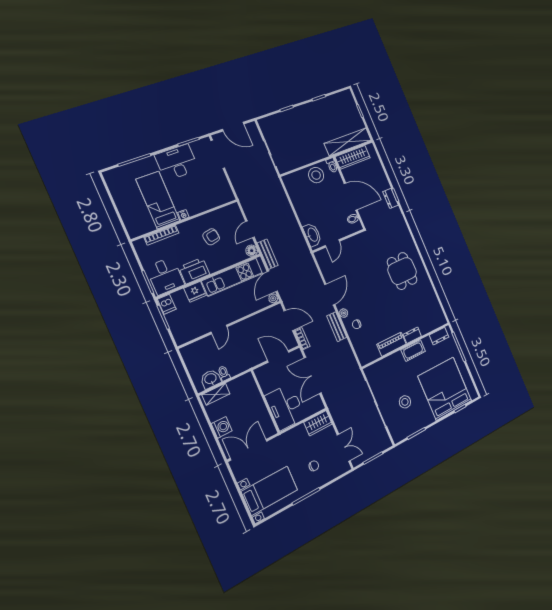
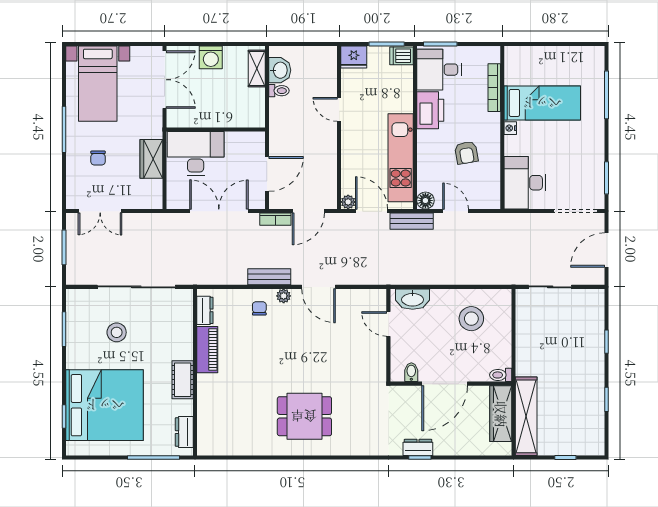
desk: (177, 162) -> (525, 183), moved, turned 180
stool: (316, 175) -> (471, 319), moved
fridge: (195, 292) -> (354, 57), moved, turned -90
dresser: (412, 335) -> (205, 310), moved
wardrobe: (318, 423) -> (151, 159), moved

